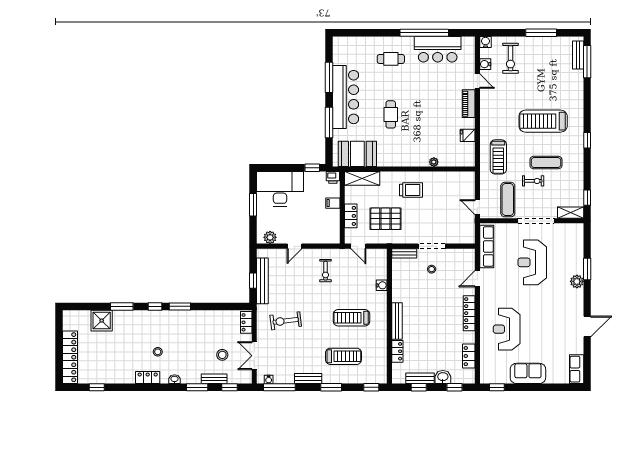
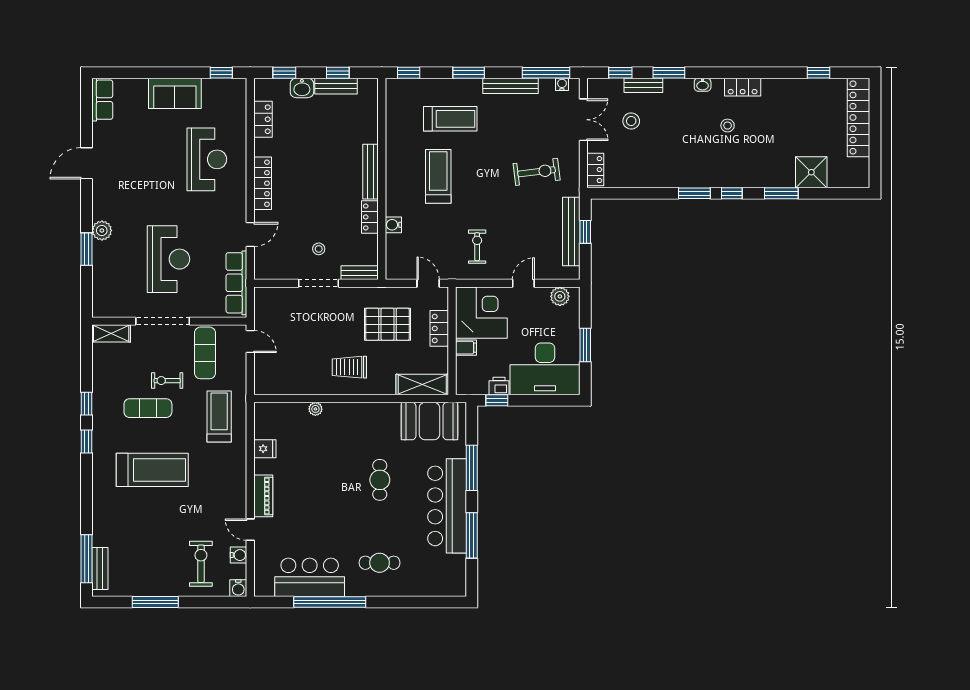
printer: (333, 177) -> (499, 386), moved
window: (587, 198) -> (87, 404), moved
corner desk: (323, 226) -> (481, 313), added
treadmill: (351, 318) -> (438, 176), turned -90
locker: (397, 351) -> (370, 217), moved
treadmill: (343, 356) -> (450, 119), turned 180
bench: (308, 378) -> (510, 86), width x1.36

